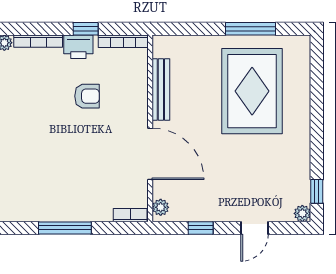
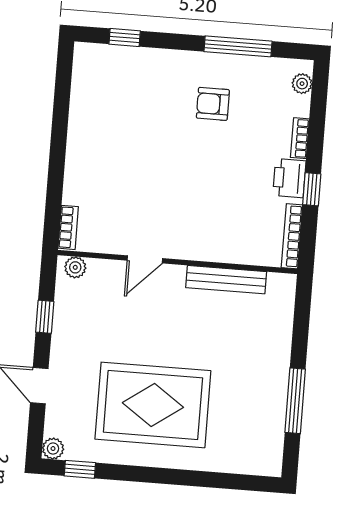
bookcase: (38, 41) -> (300, 138), width x0.64
rug: (252, 91) -> (153, 405), moved
armchair: (87, 96) -> (213, 104), moved, turned 90
door: (150, 154) -> (145, 259), width x0.53
window: (65, 228) -> (58, 142), removed

